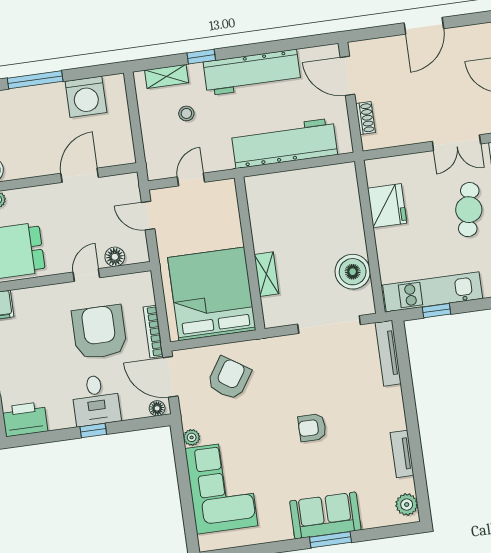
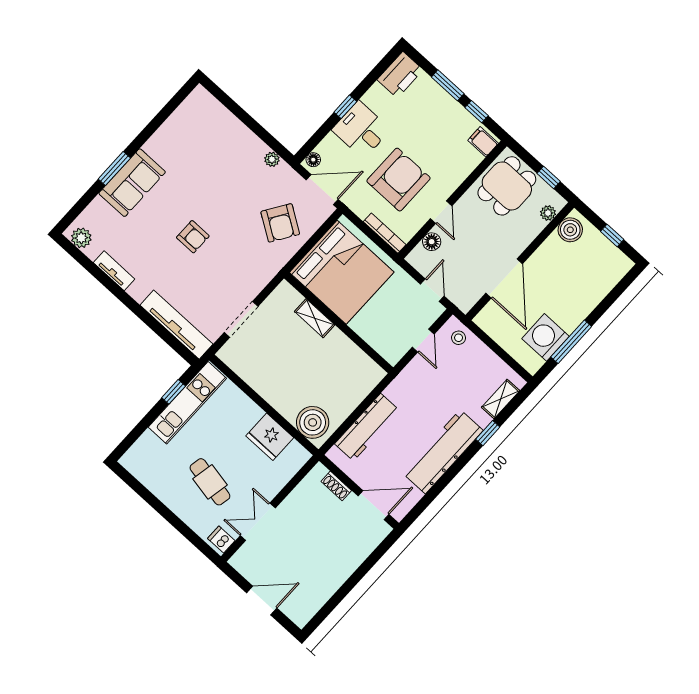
door: (424, 26) -> (349, 585), removed
window: (35, 80) -> (571, 342), moved
stool: (186, 113) -> (459, 338), moved
workbench: (284, 143) -> (367, 427), width x0.73, depth x0.76
door: (80, 175) -> (504, 278), width x1.36
door: (148, 216) -> (432, 290), hinge flipped
boiler: (353, 272) -> (313, 422), moved
doorway: (329, 324) -> (241, 319), width x0.73
armchair: (99, 332) -> (398, 180), turned -90
bookcase: (153, 332) -> (385, 233), moved
tv unit: (388, 353) -> (176, 325), width x1.36, depth x1.29
armchair: (312, 428) -> (193, 237), turned 90
corner sofa: (221, 487) -> (222, 142), removed

